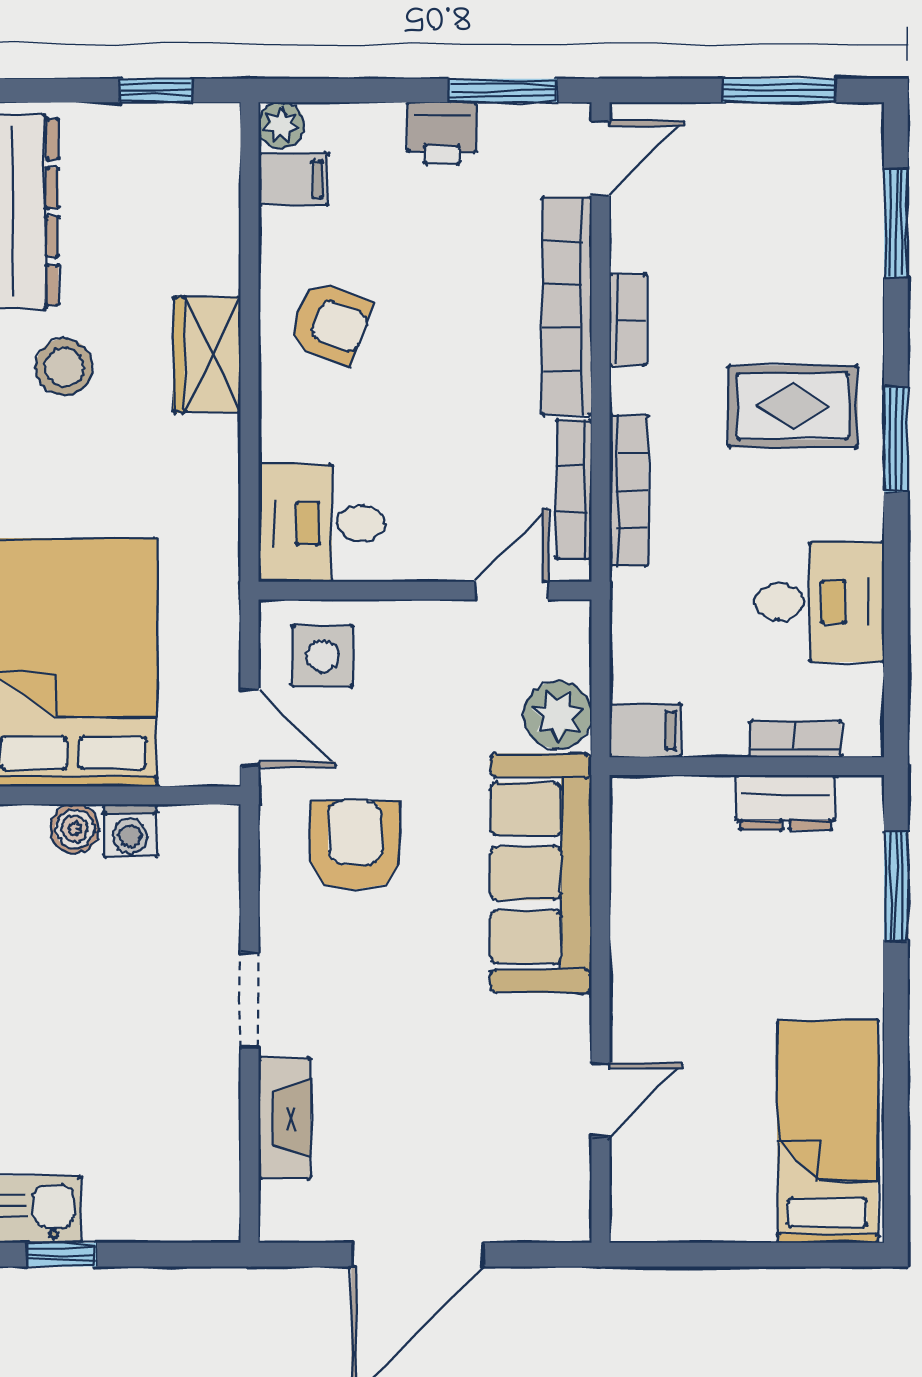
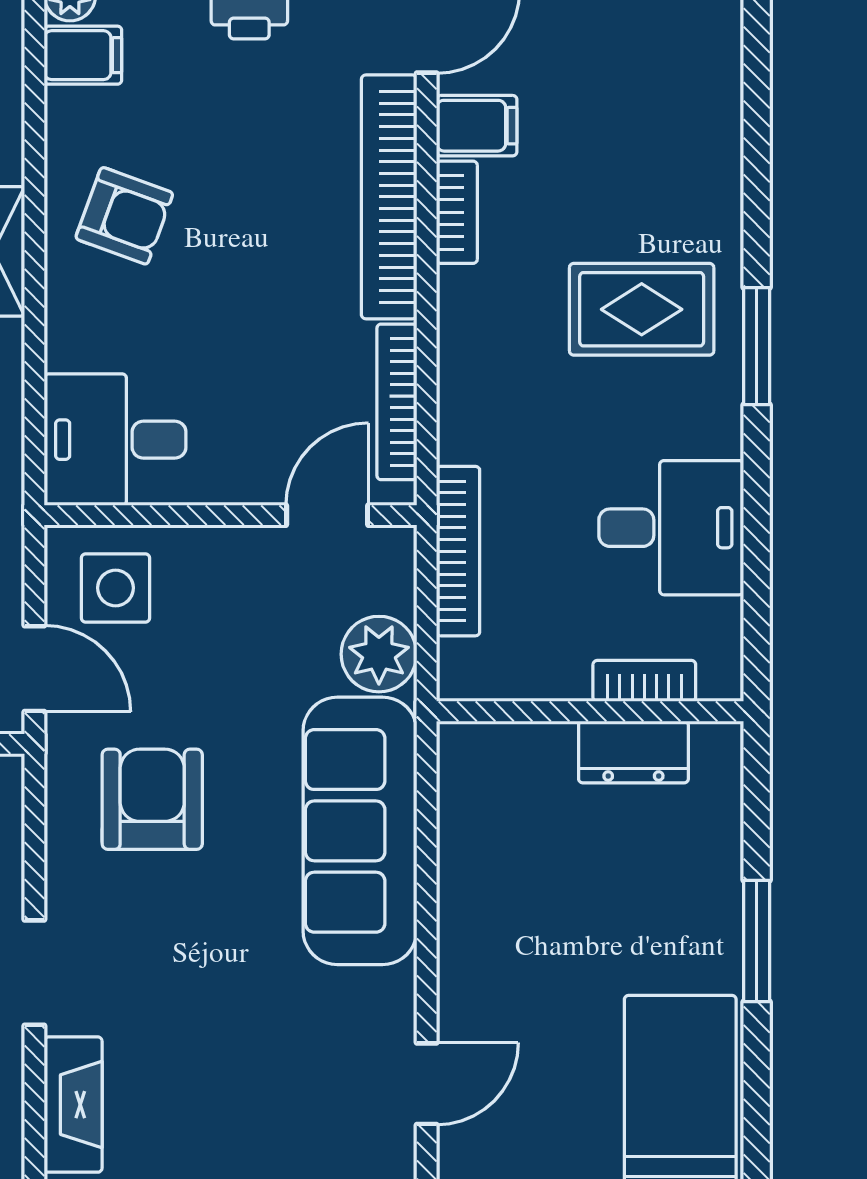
window: (896, 223) -> (757, 105), removed
bookcase: (629, 490) -> (458, 551), moved
filing cabinet: (645, 730) -> (477, 126), moved
window: (896, 886) -> (757, 941), moved

